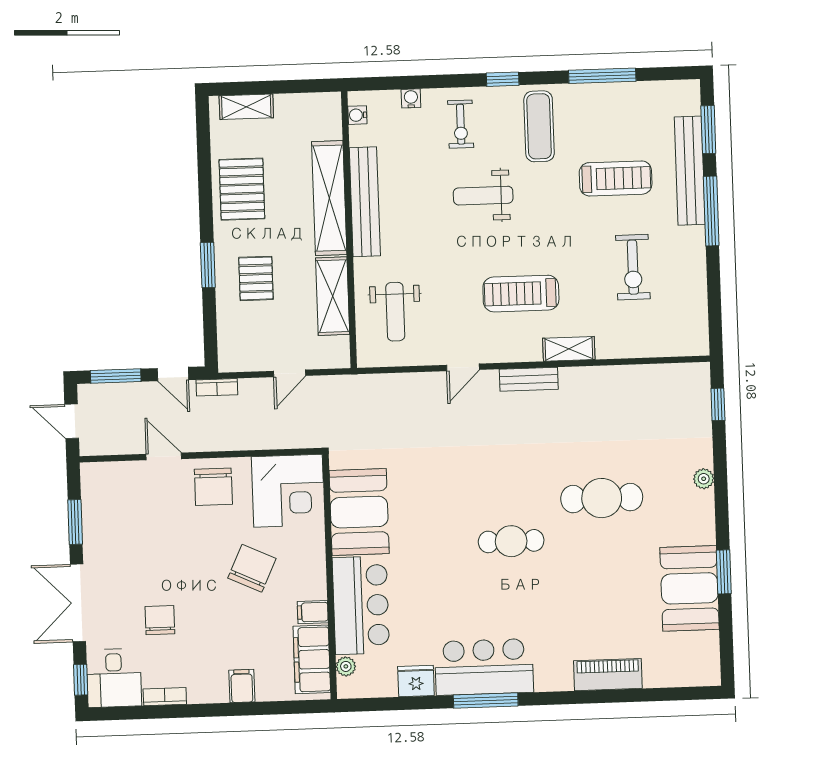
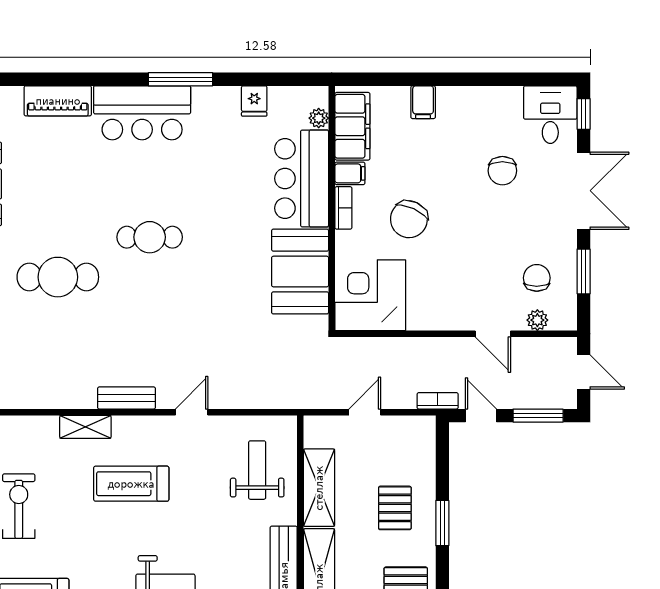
treadmill: (521, 294) -> (131, 484), turned 180
plant: (120, 472) -> (537, 320), added
chair: (213, 487) -> (537, 278), moved, width x0.73, depth x0.73
bar counter: (484, 667) -> (142, 113), moved
fridge: (416, 681) -> (254, 101), width x0.72
bookcase: (165, 697) -> (343, 208), moved, turned -90

